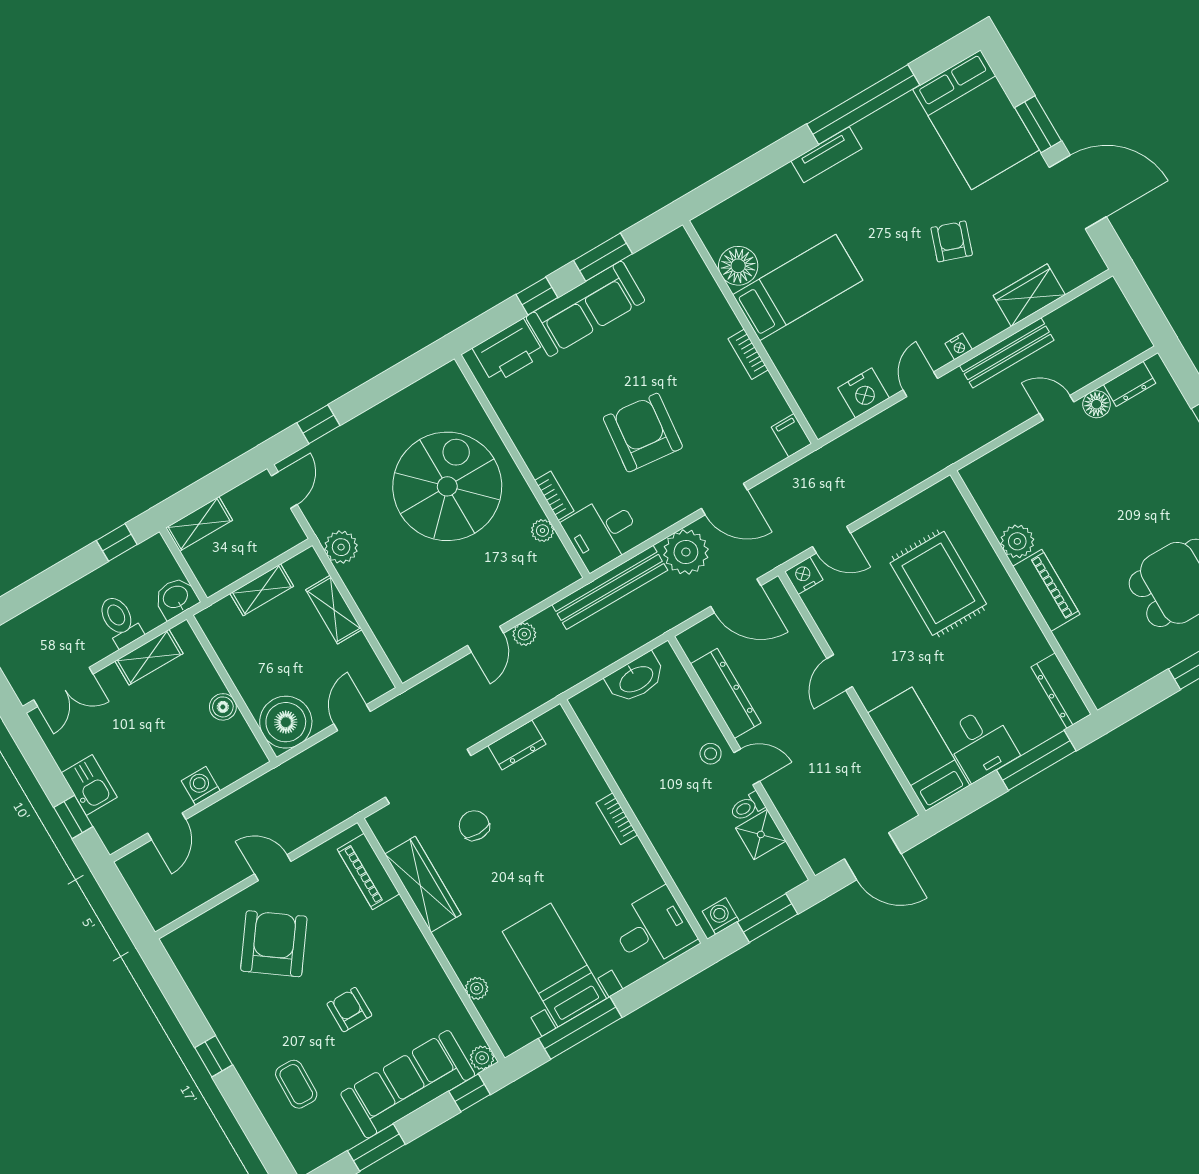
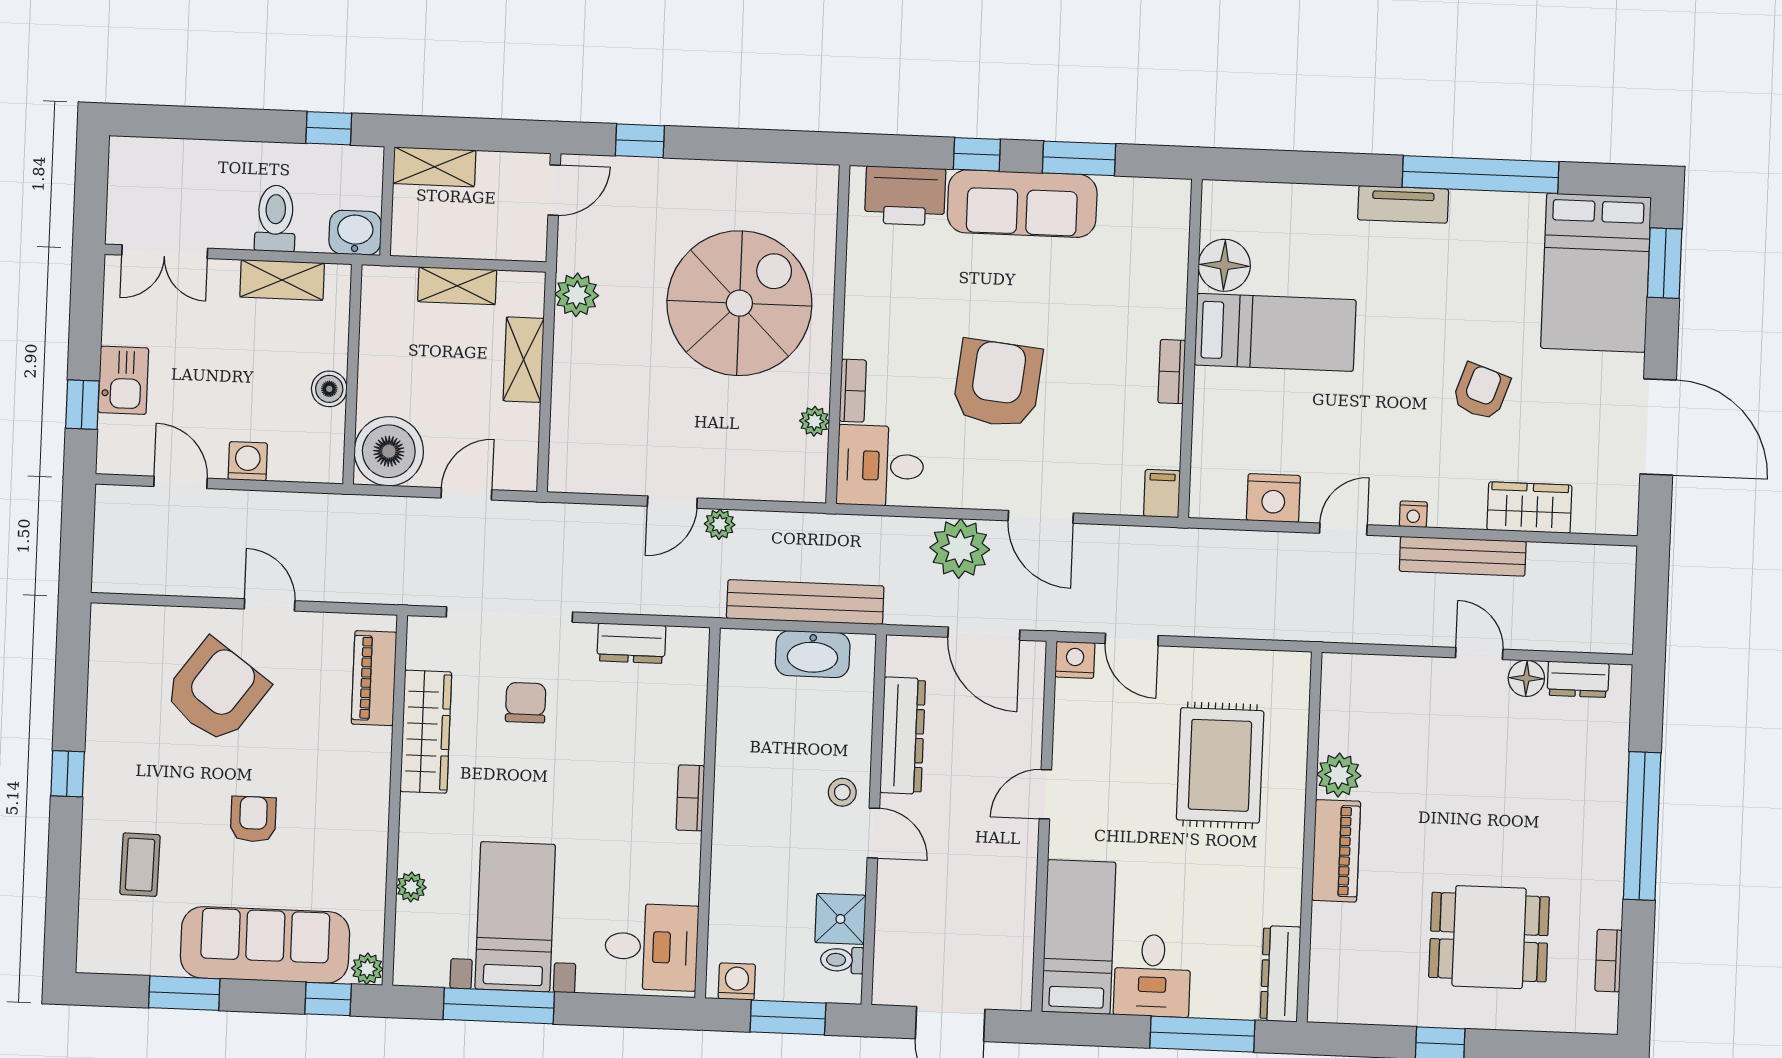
window: (1038, 124) -> (1665, 263), moved
bench: (610, 587) -> (805, 602), moved
toilet: (747, 807) -> (842, 960), moved
door: (167, 826) -> (181, 482), swing flipped

